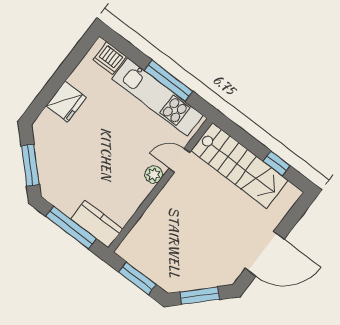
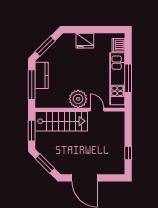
stairs: (239, 165) -> (61, 121), moved, turned -90
plant: (154, 175) -> (78, 99), width x1.88, depth x1.88
kitchen counter: (97, 224) -> (42, 75), moved

